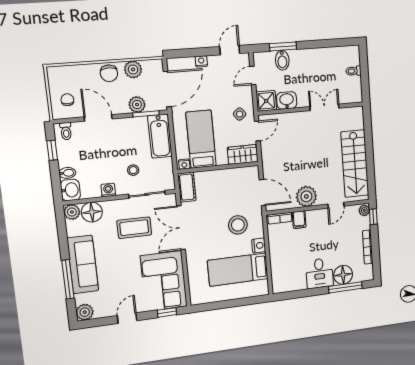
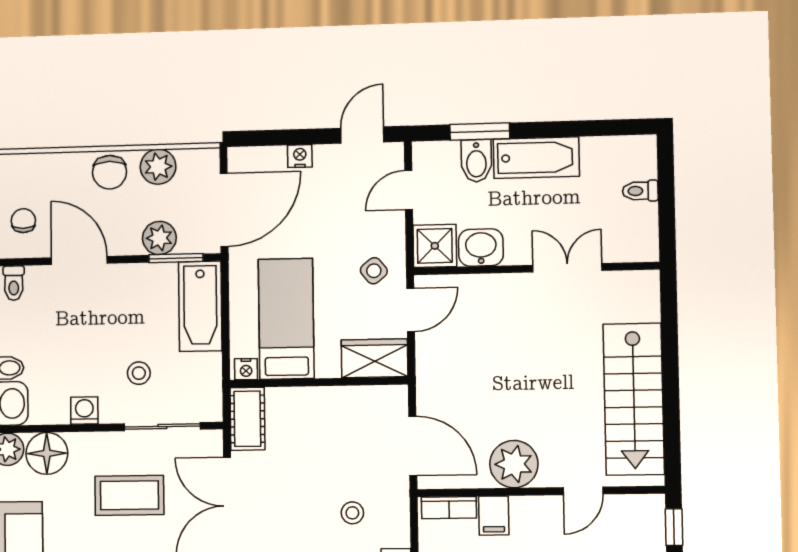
bathtub: (308, 58) -> (536, 158), added
plant: (364, 210) -> (652, 510), removed
stool: (238, 225) -> (352, 513), width x0.53, depth x0.53

